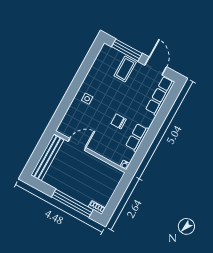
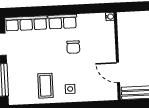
coffee table: (125, 69) -> (45, 86), moved, turned 90
row of seats: (137, 137) -> (62, 22), moved

